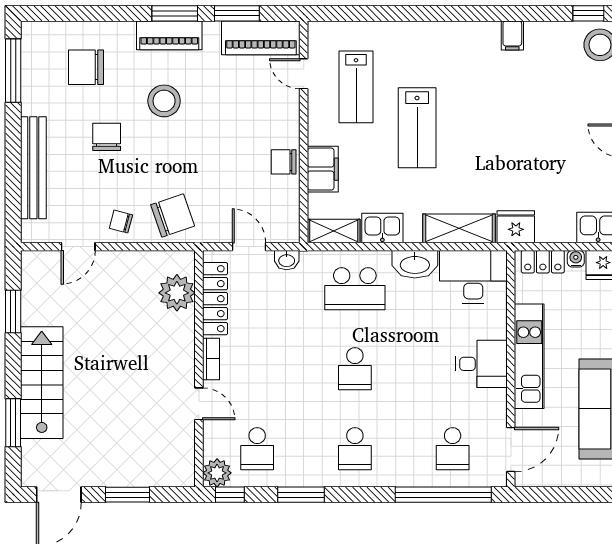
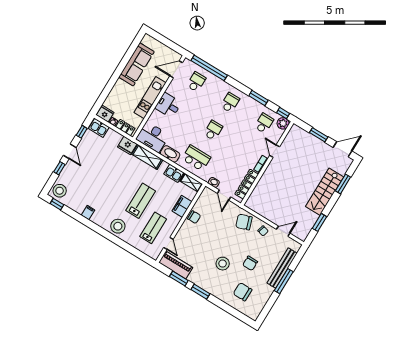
piano: (169, 35) -> (207, 285), removed
stool: (432, 45) -> (118, 226), added
chair: (86, 67) -> (243, 292), turned 180
window: (13, 71) -> (284, 281), moved
plant: (177, 293) -> (259, 194), removed

